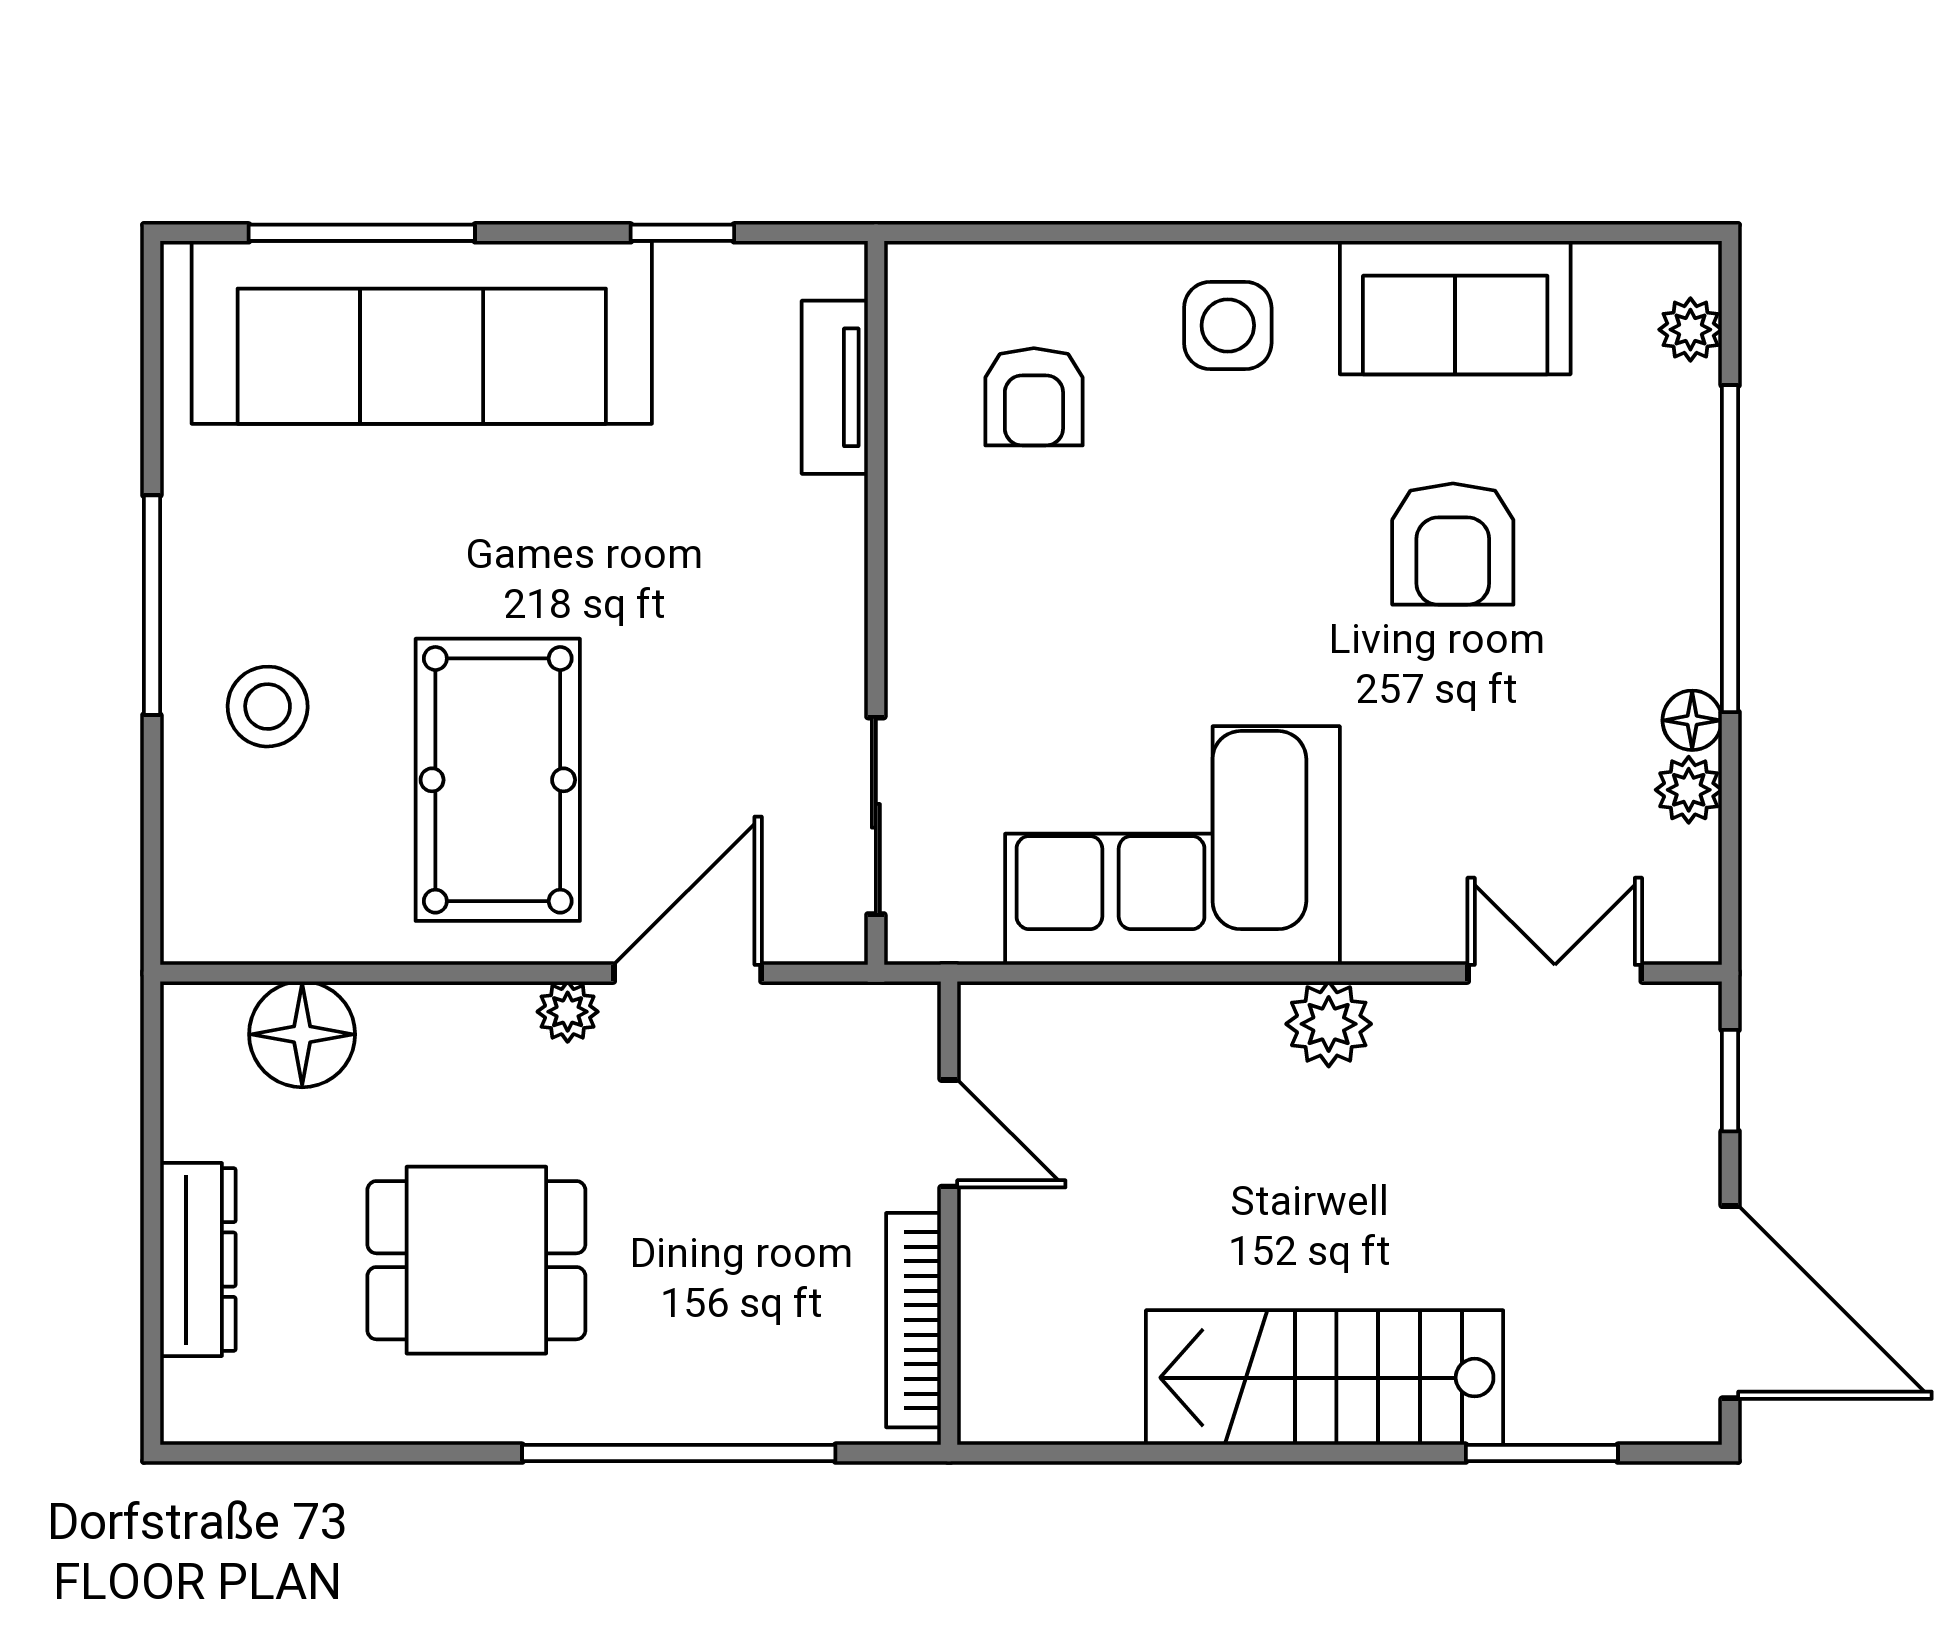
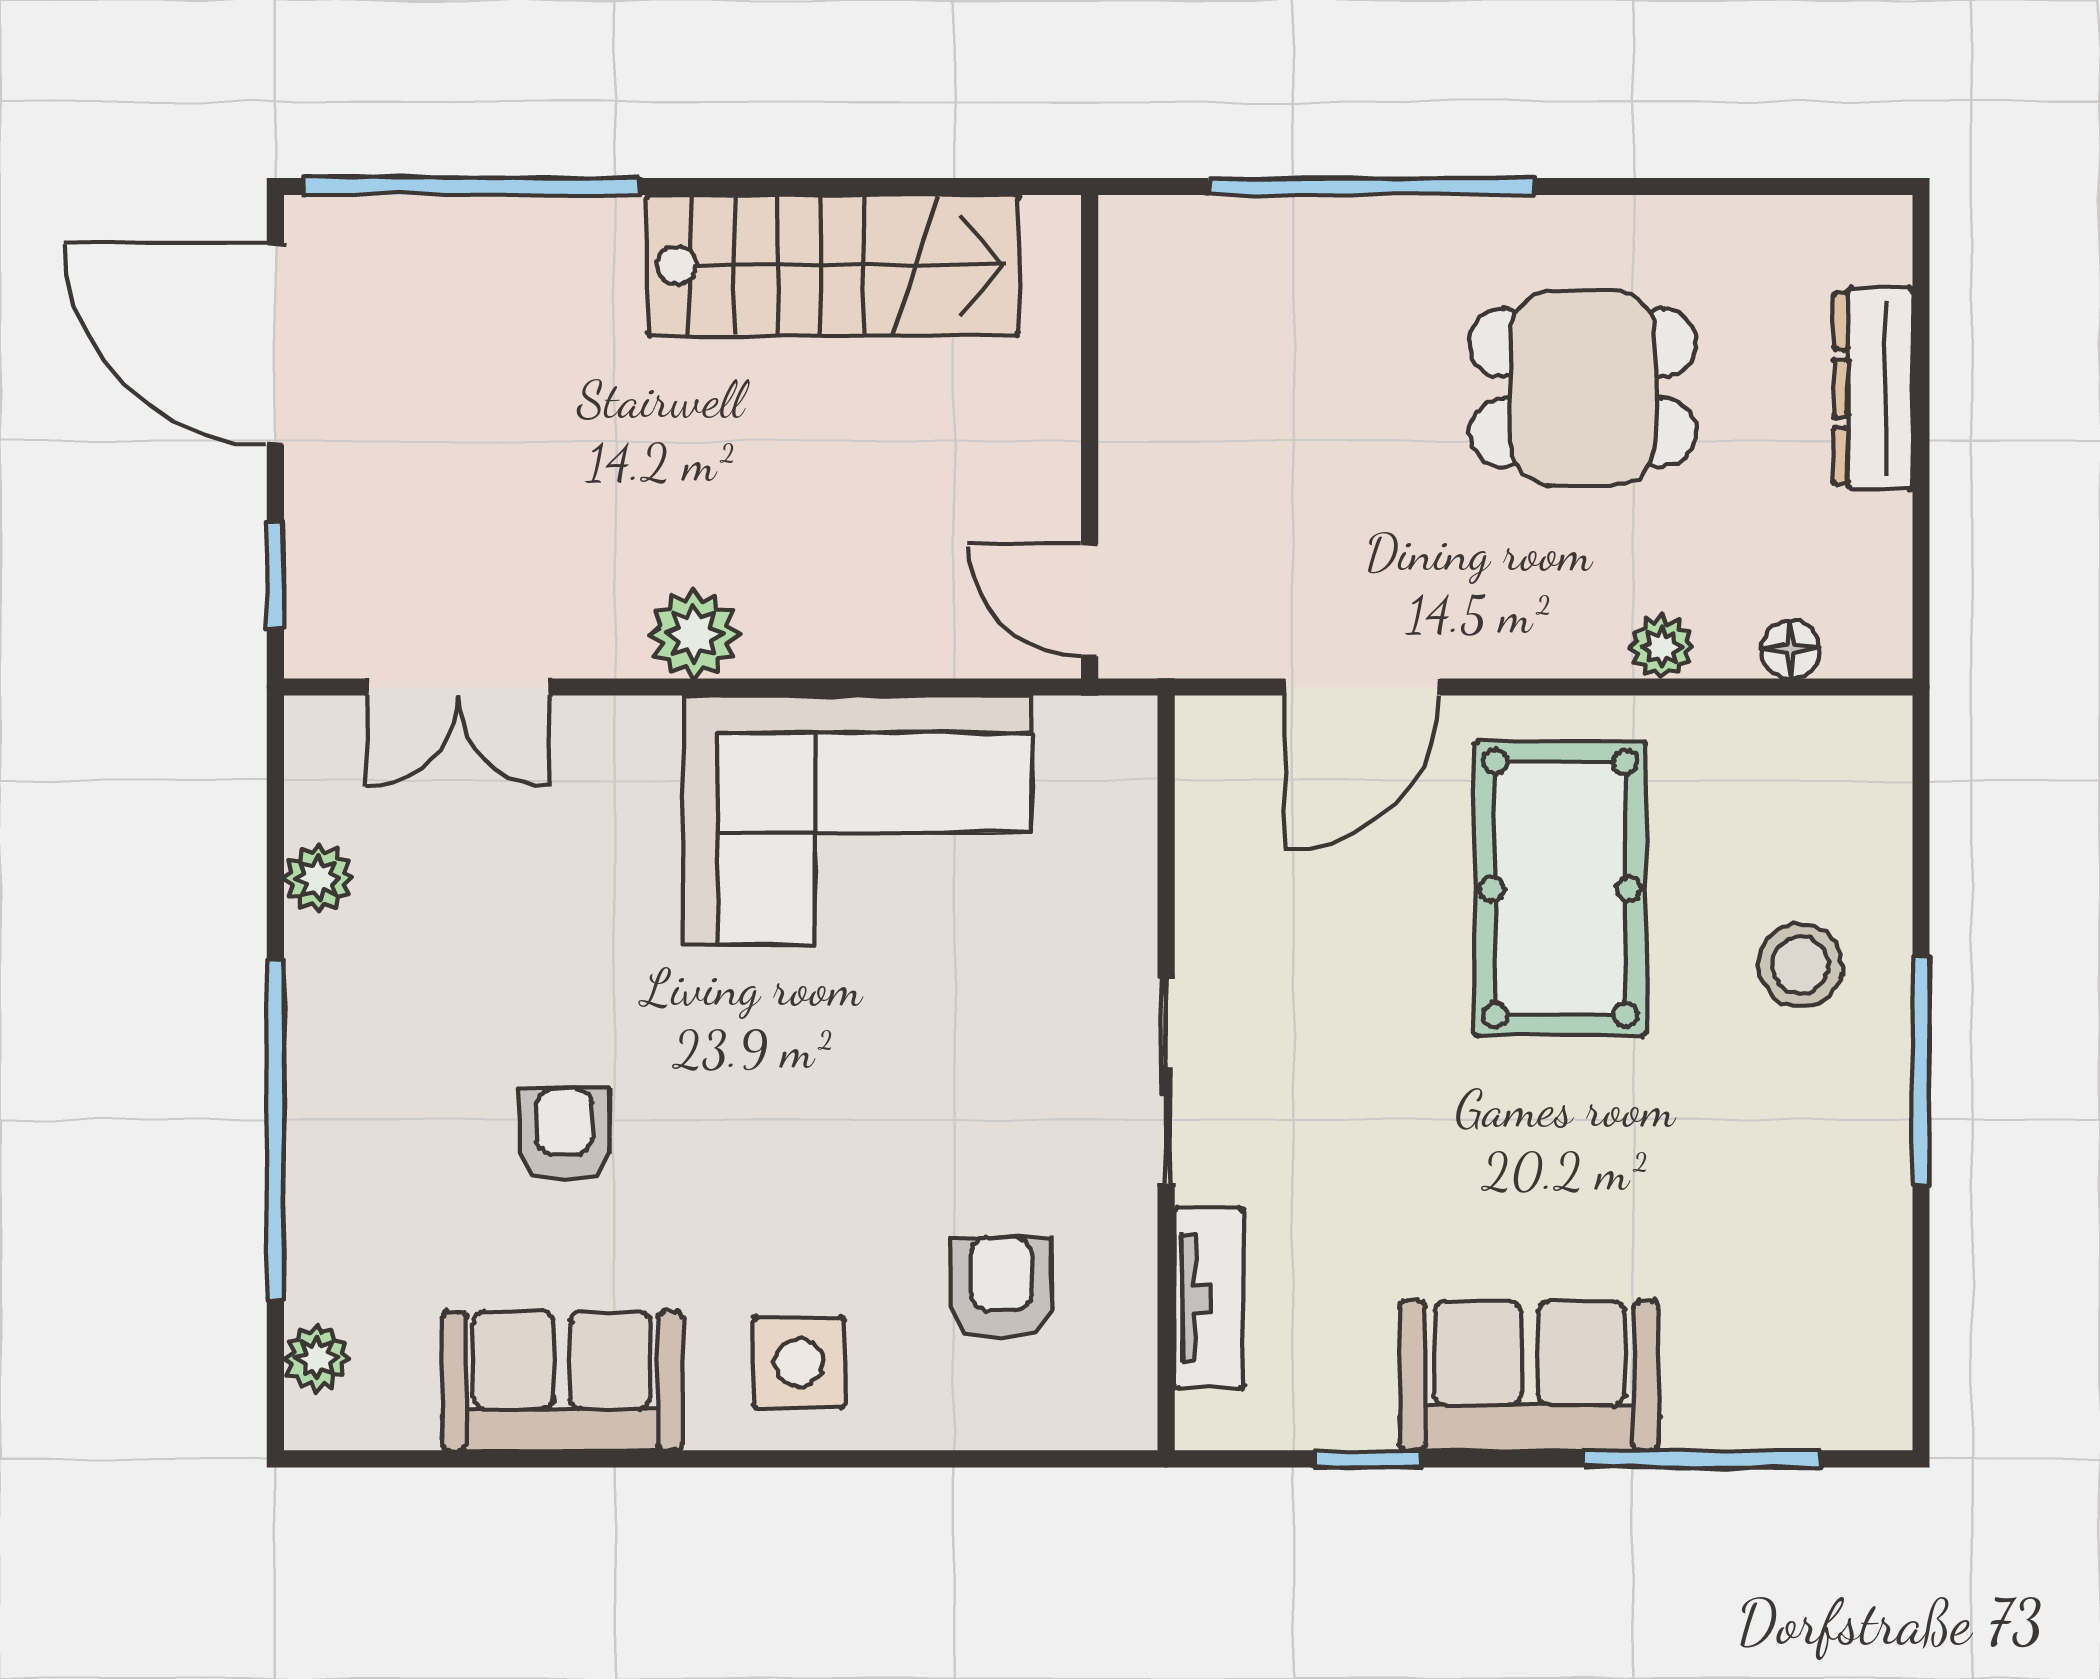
sofa: (422, 332) -> (1529, 1375), width x0.54, depth x0.79
armchair: (1453, 544) -> (564, 1134), width x0.72, depth x0.72
floor lamp: (1692, 720) -> (315, 951), removed
sliding door: (876, 816) -> (1166, 1082), moved
plant: (568, 1012) -> (1662, 647), moved
floor lamp: (302, 1034) -> (1790, 649), width x0.53, depth x0.53
door: (949, 1133) -> (1090, 600), moved
bookcase: (914, 1320) -> (1127, 325), removed
stairs: (1325, 1378) -> (833, 265), moved
window: (1542, 1453) -> (472, 186), width x2.11

